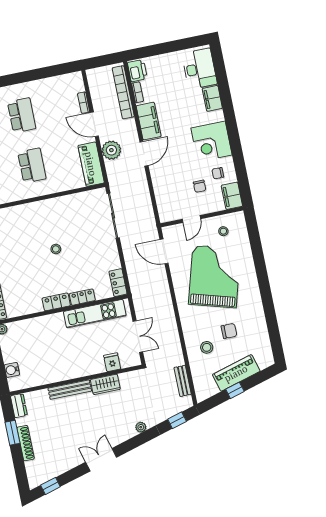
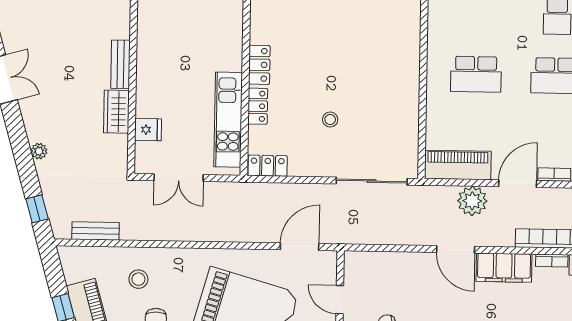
stool: (56, 249) -> (330, 120), moved
bench: (70, 390) -> (120, 64), width x0.73

